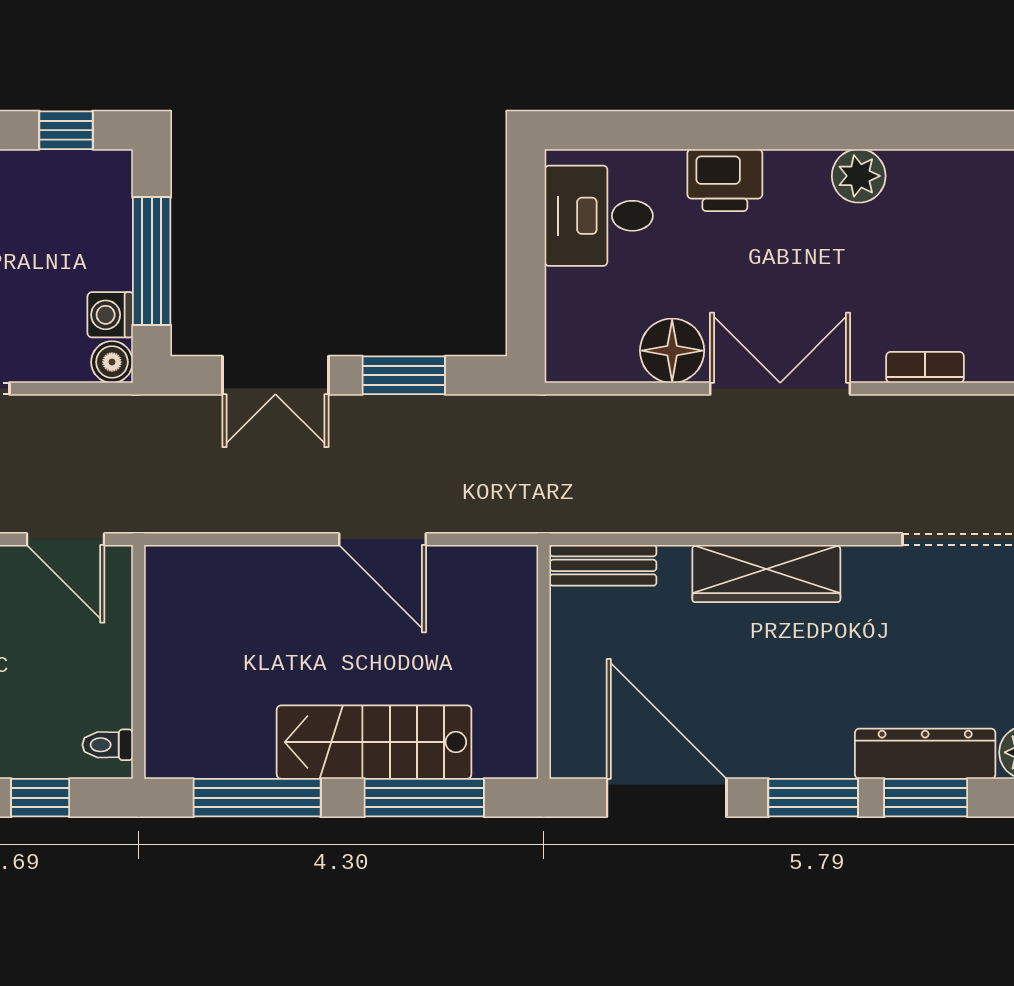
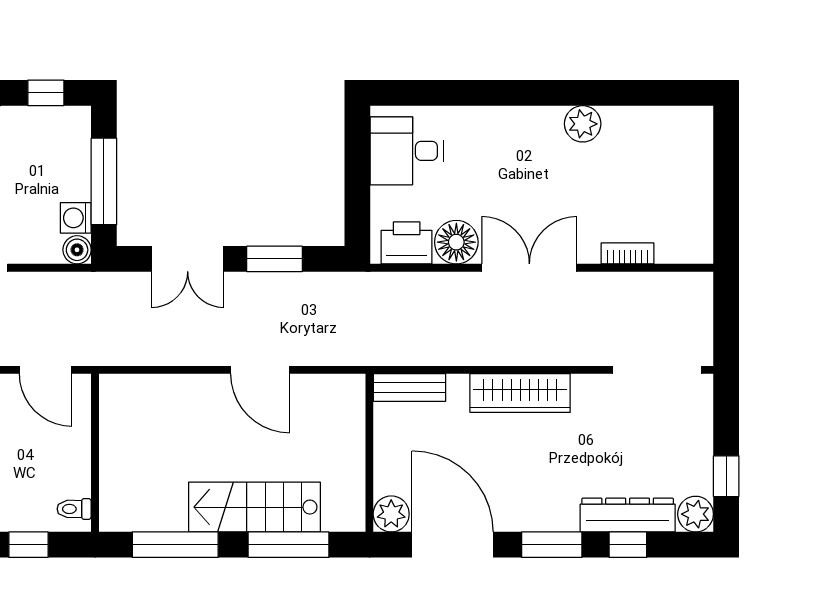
printer: (725, 180) -> (407, 243), moved, turned 180
plant: (576, 752) -> (391, 514), added
window: (926, 798) -> (628, 545), width x0.67

